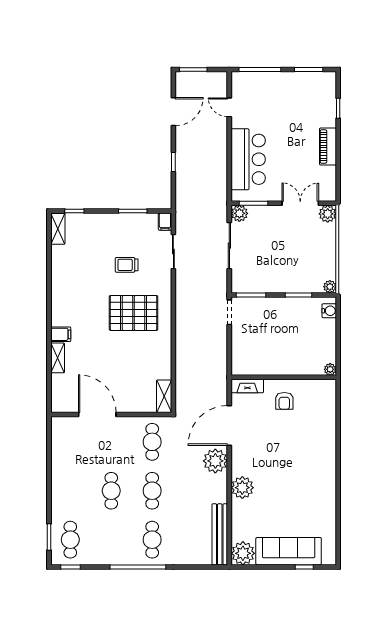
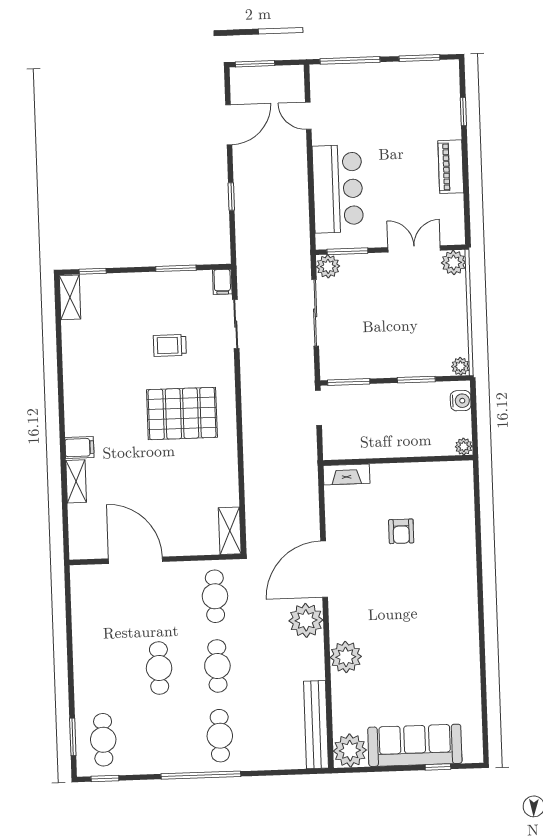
plant: (330, 369) -> (464, 446), moved
wall: (284, 377) -> (398, 460), moved
fireplace: (247, 386) -> (346, 474), moved

